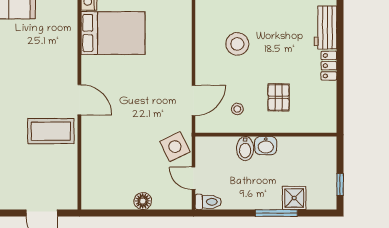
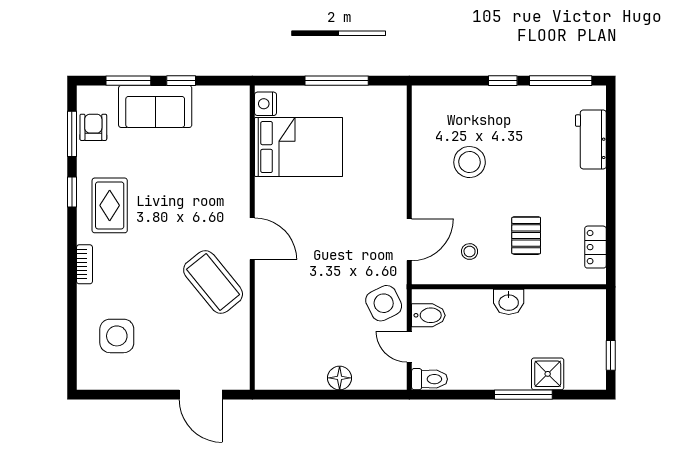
locker: (329, 66) -> (595, 247), moved
coffee table: (51, 131) -> (213, 282), turned 51
bidet: (245, 149) -> (428, 315), moved, turned -90

